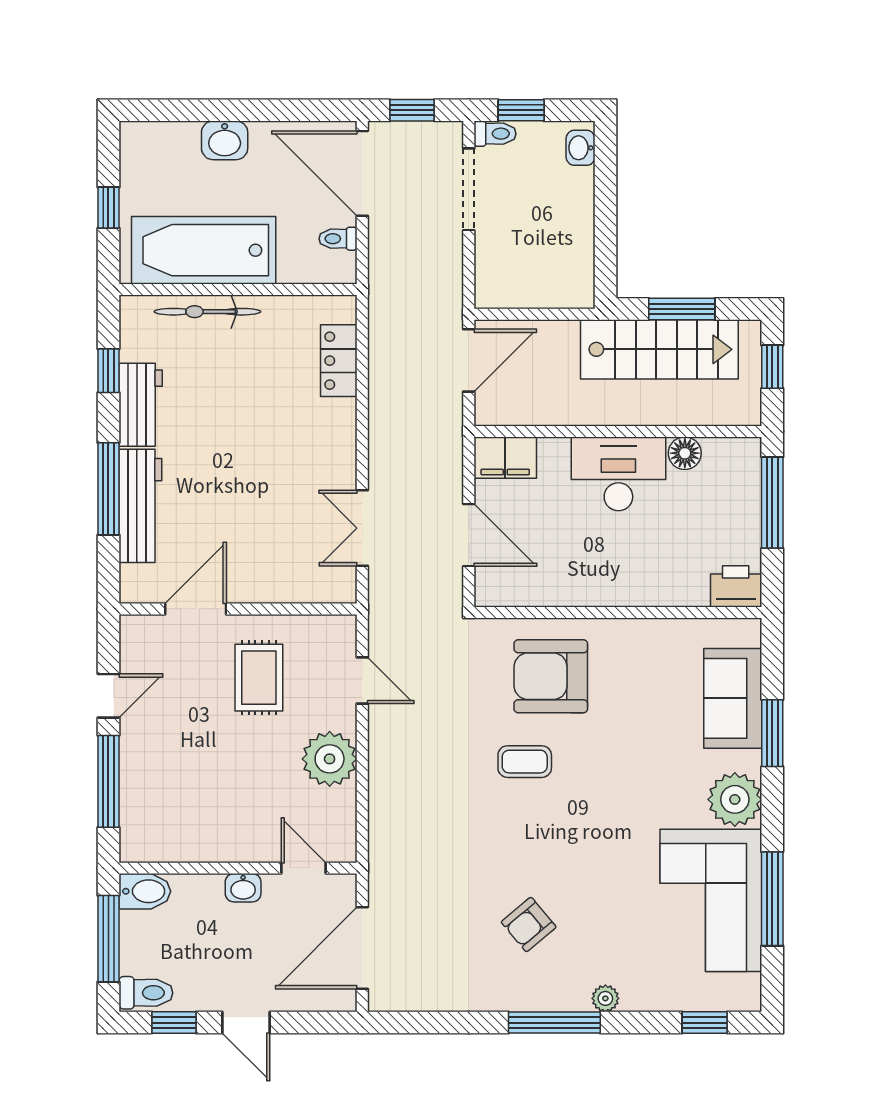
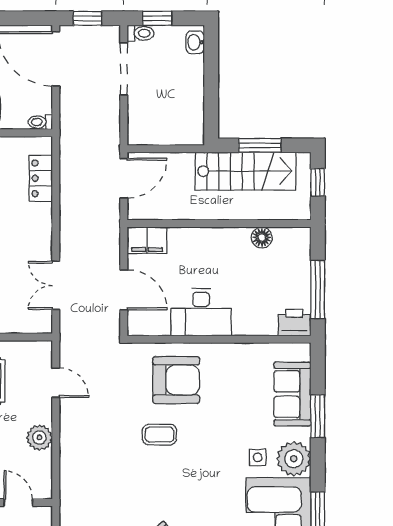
toilet: (338, 239) -> (40, 122), moved
desk: (618, 474) -> (201, 312), moved, turned 180
window: (772, 503) -> (318, 289), moved
armchair: (551, 676) -> (176, 380), turned 180
plant: (330, 759) -> (39, 437), width x0.73, depth x0.73
side table: (678, 797) -> (258, 457), added

